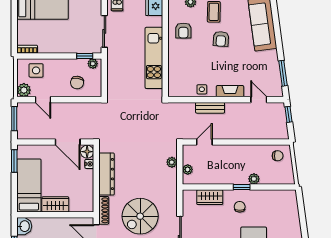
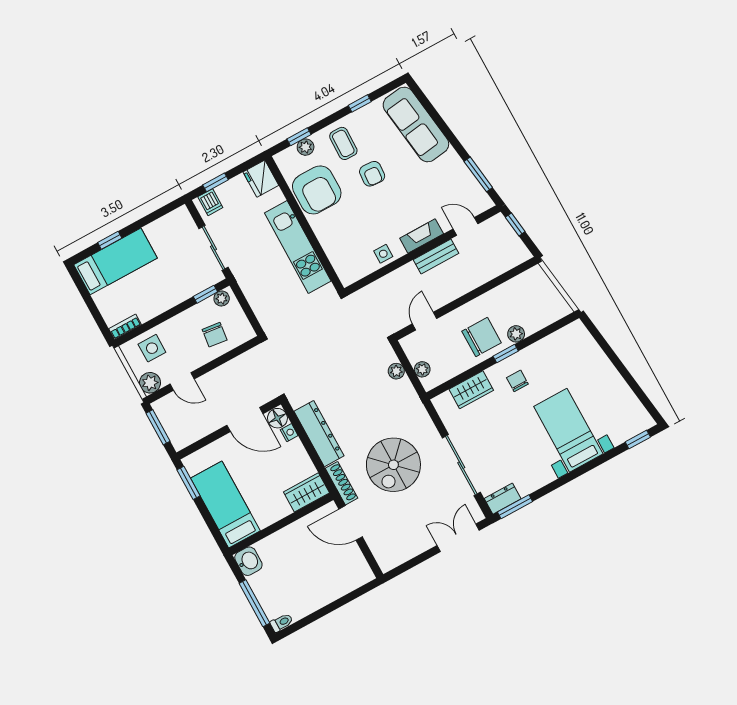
armchair: (183, 31) -> (317, 190), width x1.88, depth x1.88
bench: (210, 108) -> (436, 256), moved
chair: (278, 156) -> (482, 337), moved, width x1.87, depth x1.87
wardrobe: (55, 204) -> (306, 492), moved

